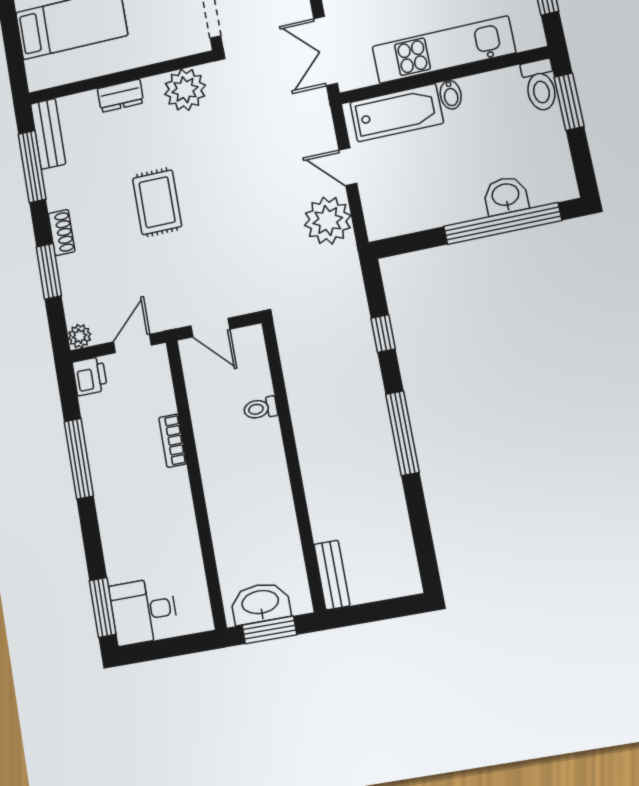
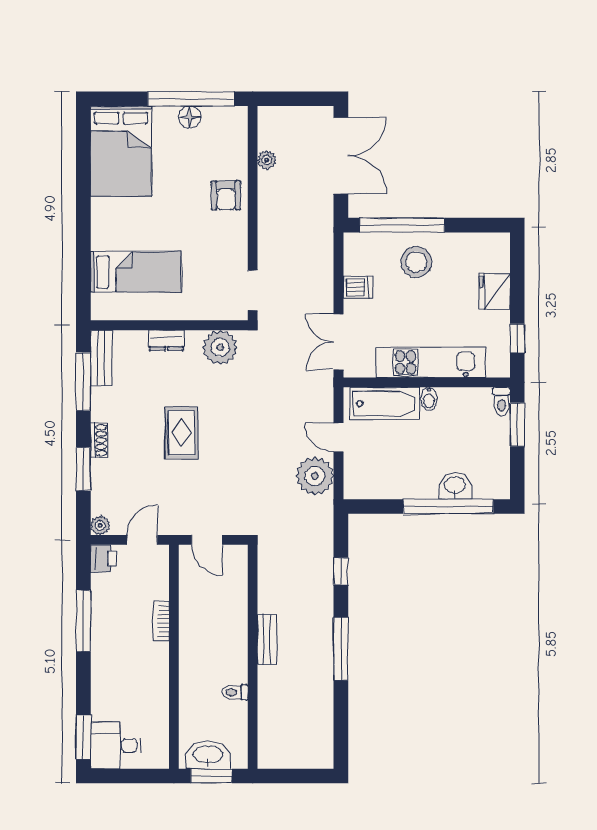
toilet: (540, 85) -> (501, 401), width x0.73, depth x0.72
toilet: (260, 408) -> (235, 692), moved
bench: (332, 575) -> (267, 640), moved

